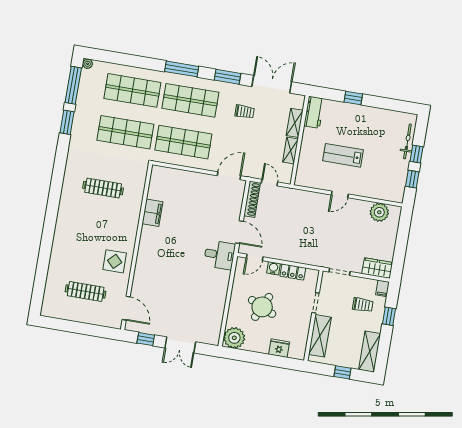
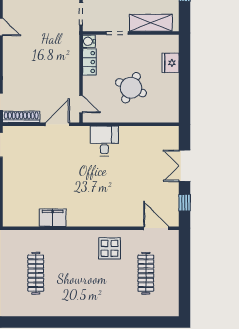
desk: (219, 255) -> (104, 141), moved
water cooler: (273, 268) -> (89, 41), moved
door: (126, 308) -> (156, 228), hinge flipped
plant: (234, 338) -> (168, 111), removed
double door: (180, 345) -> (185, 166), swing flipped

